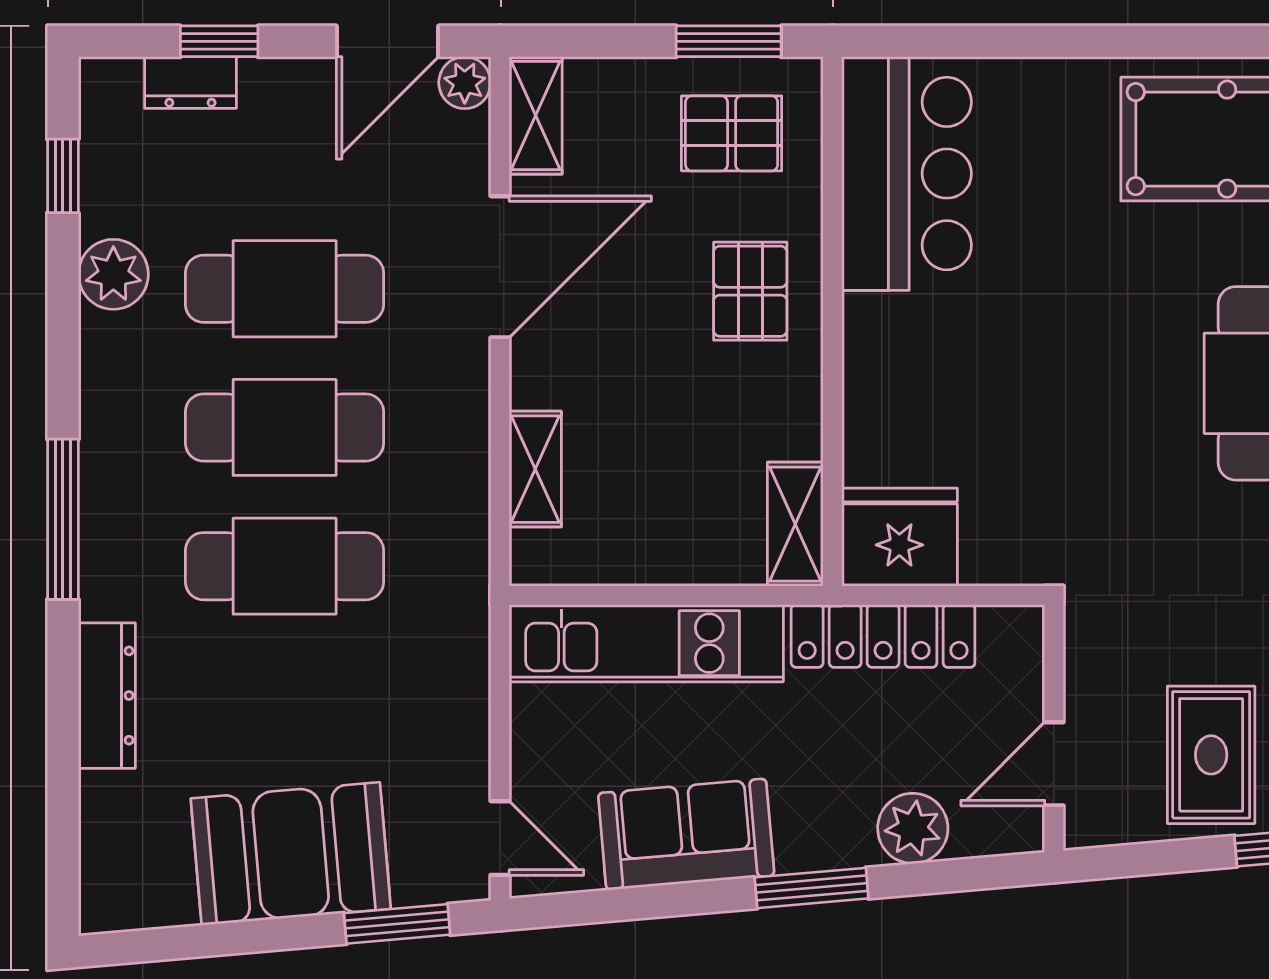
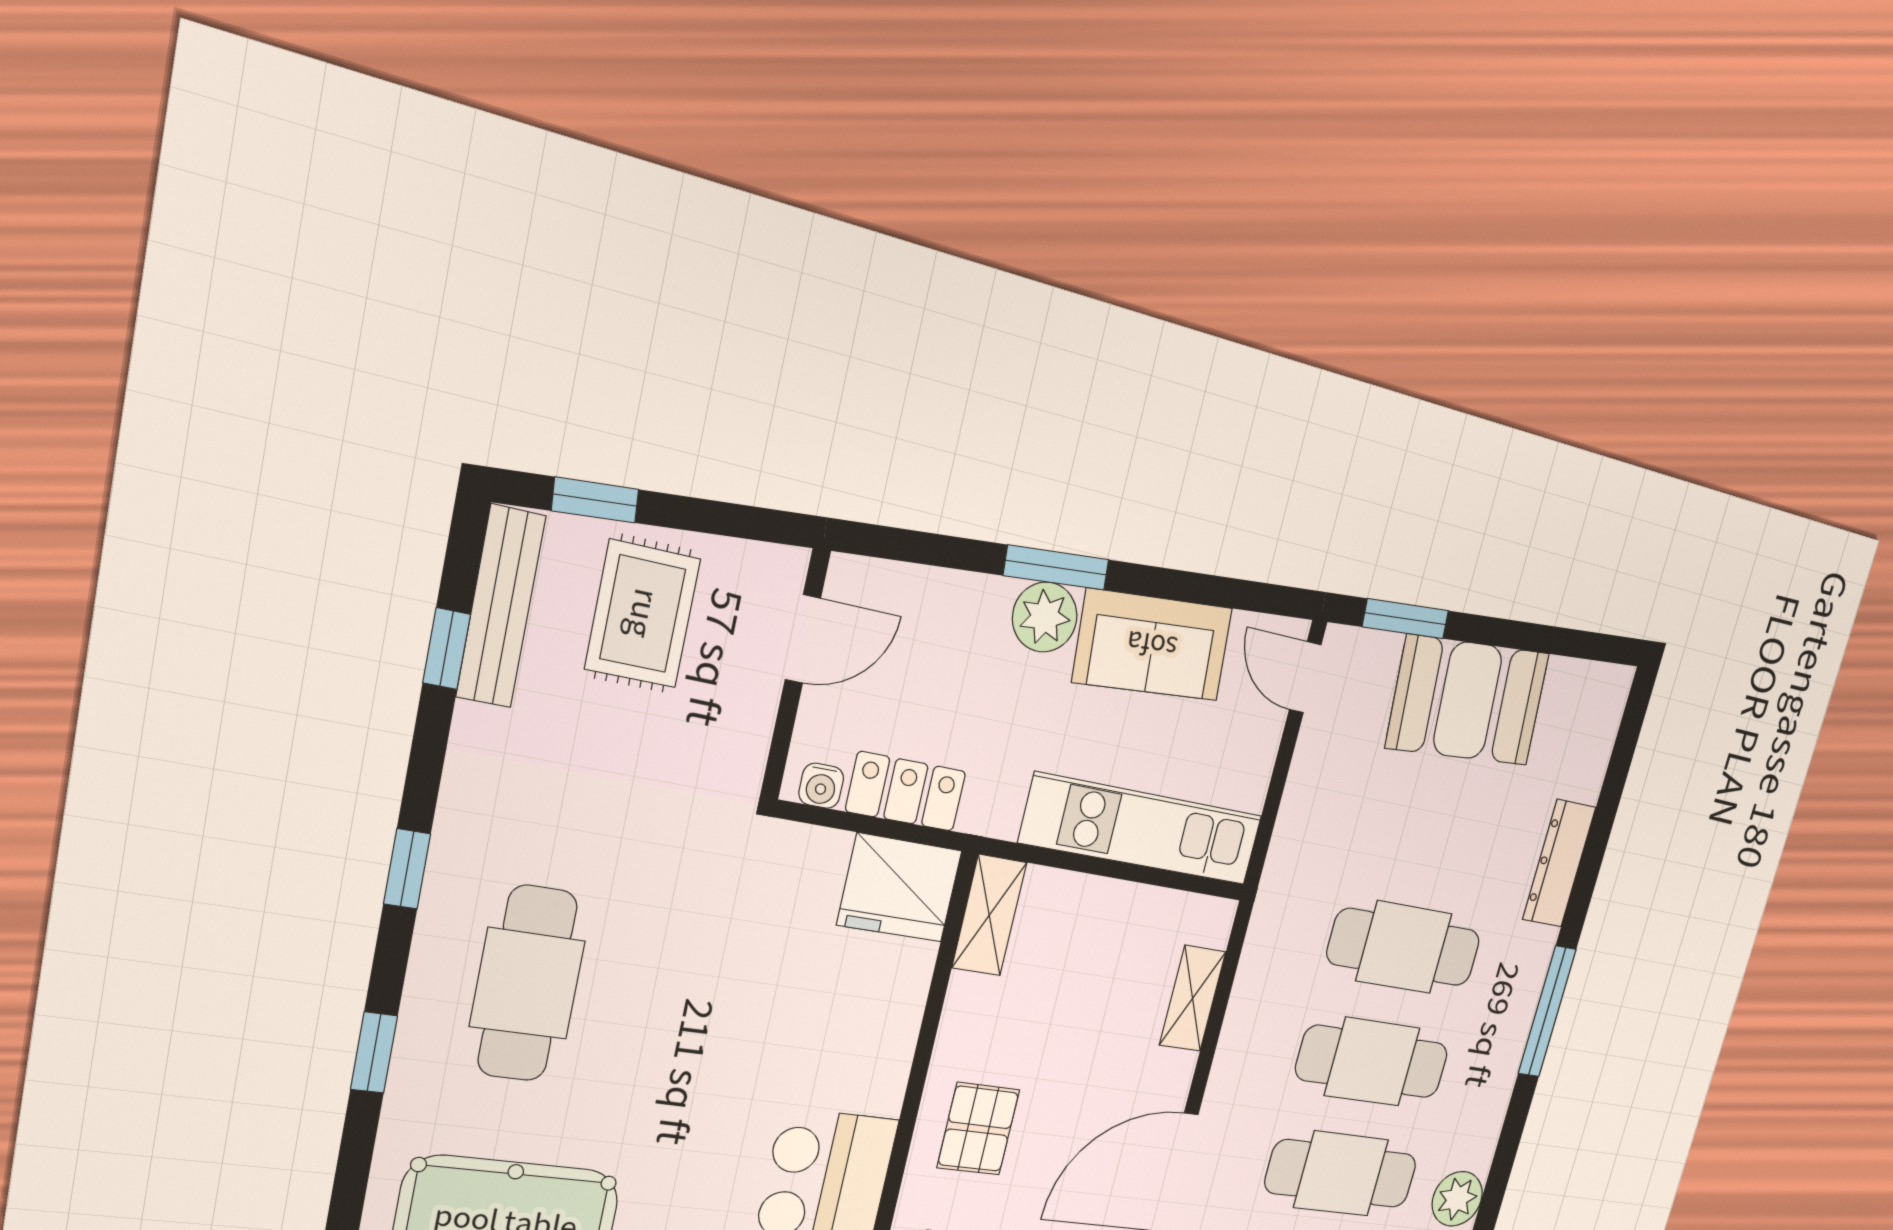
water cooler: (1004, 626) -> (821, 786), added
locker: (883, 636) -> (906, 791), width x0.66
plant: (913, 828) -> (1045, 617), moved

